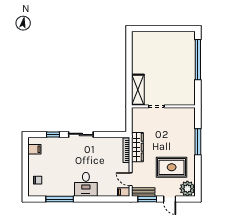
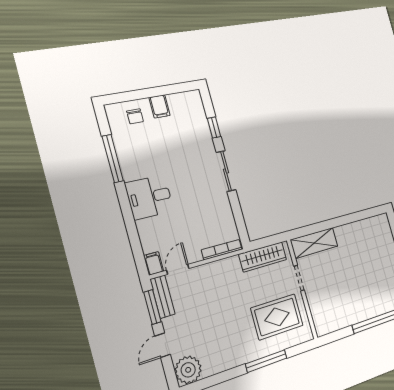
wardrobe: (137, 147) -> (263, 257), moved
filing cabinet: (34, 149) -> (160, 106), moved
rug: (172, 167) -> (277, 317), moved, turned 90

